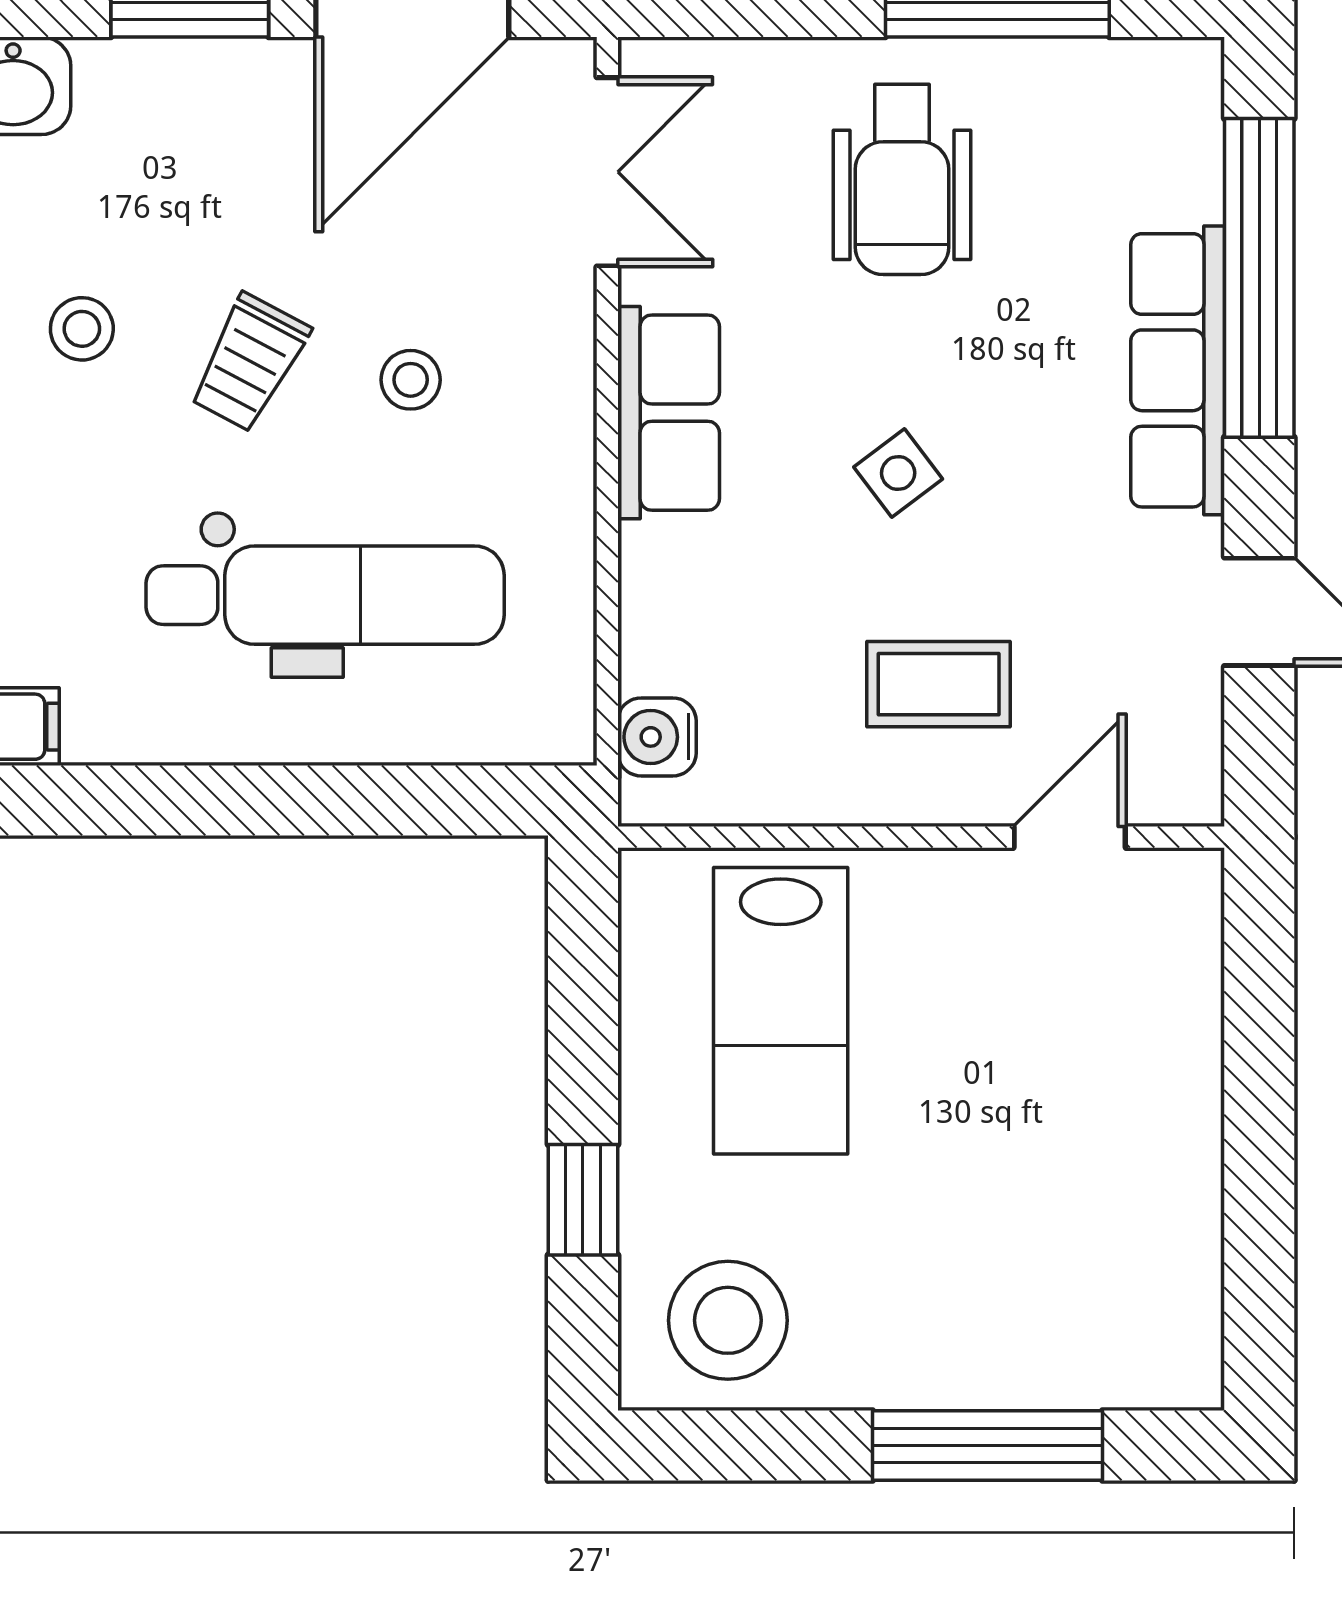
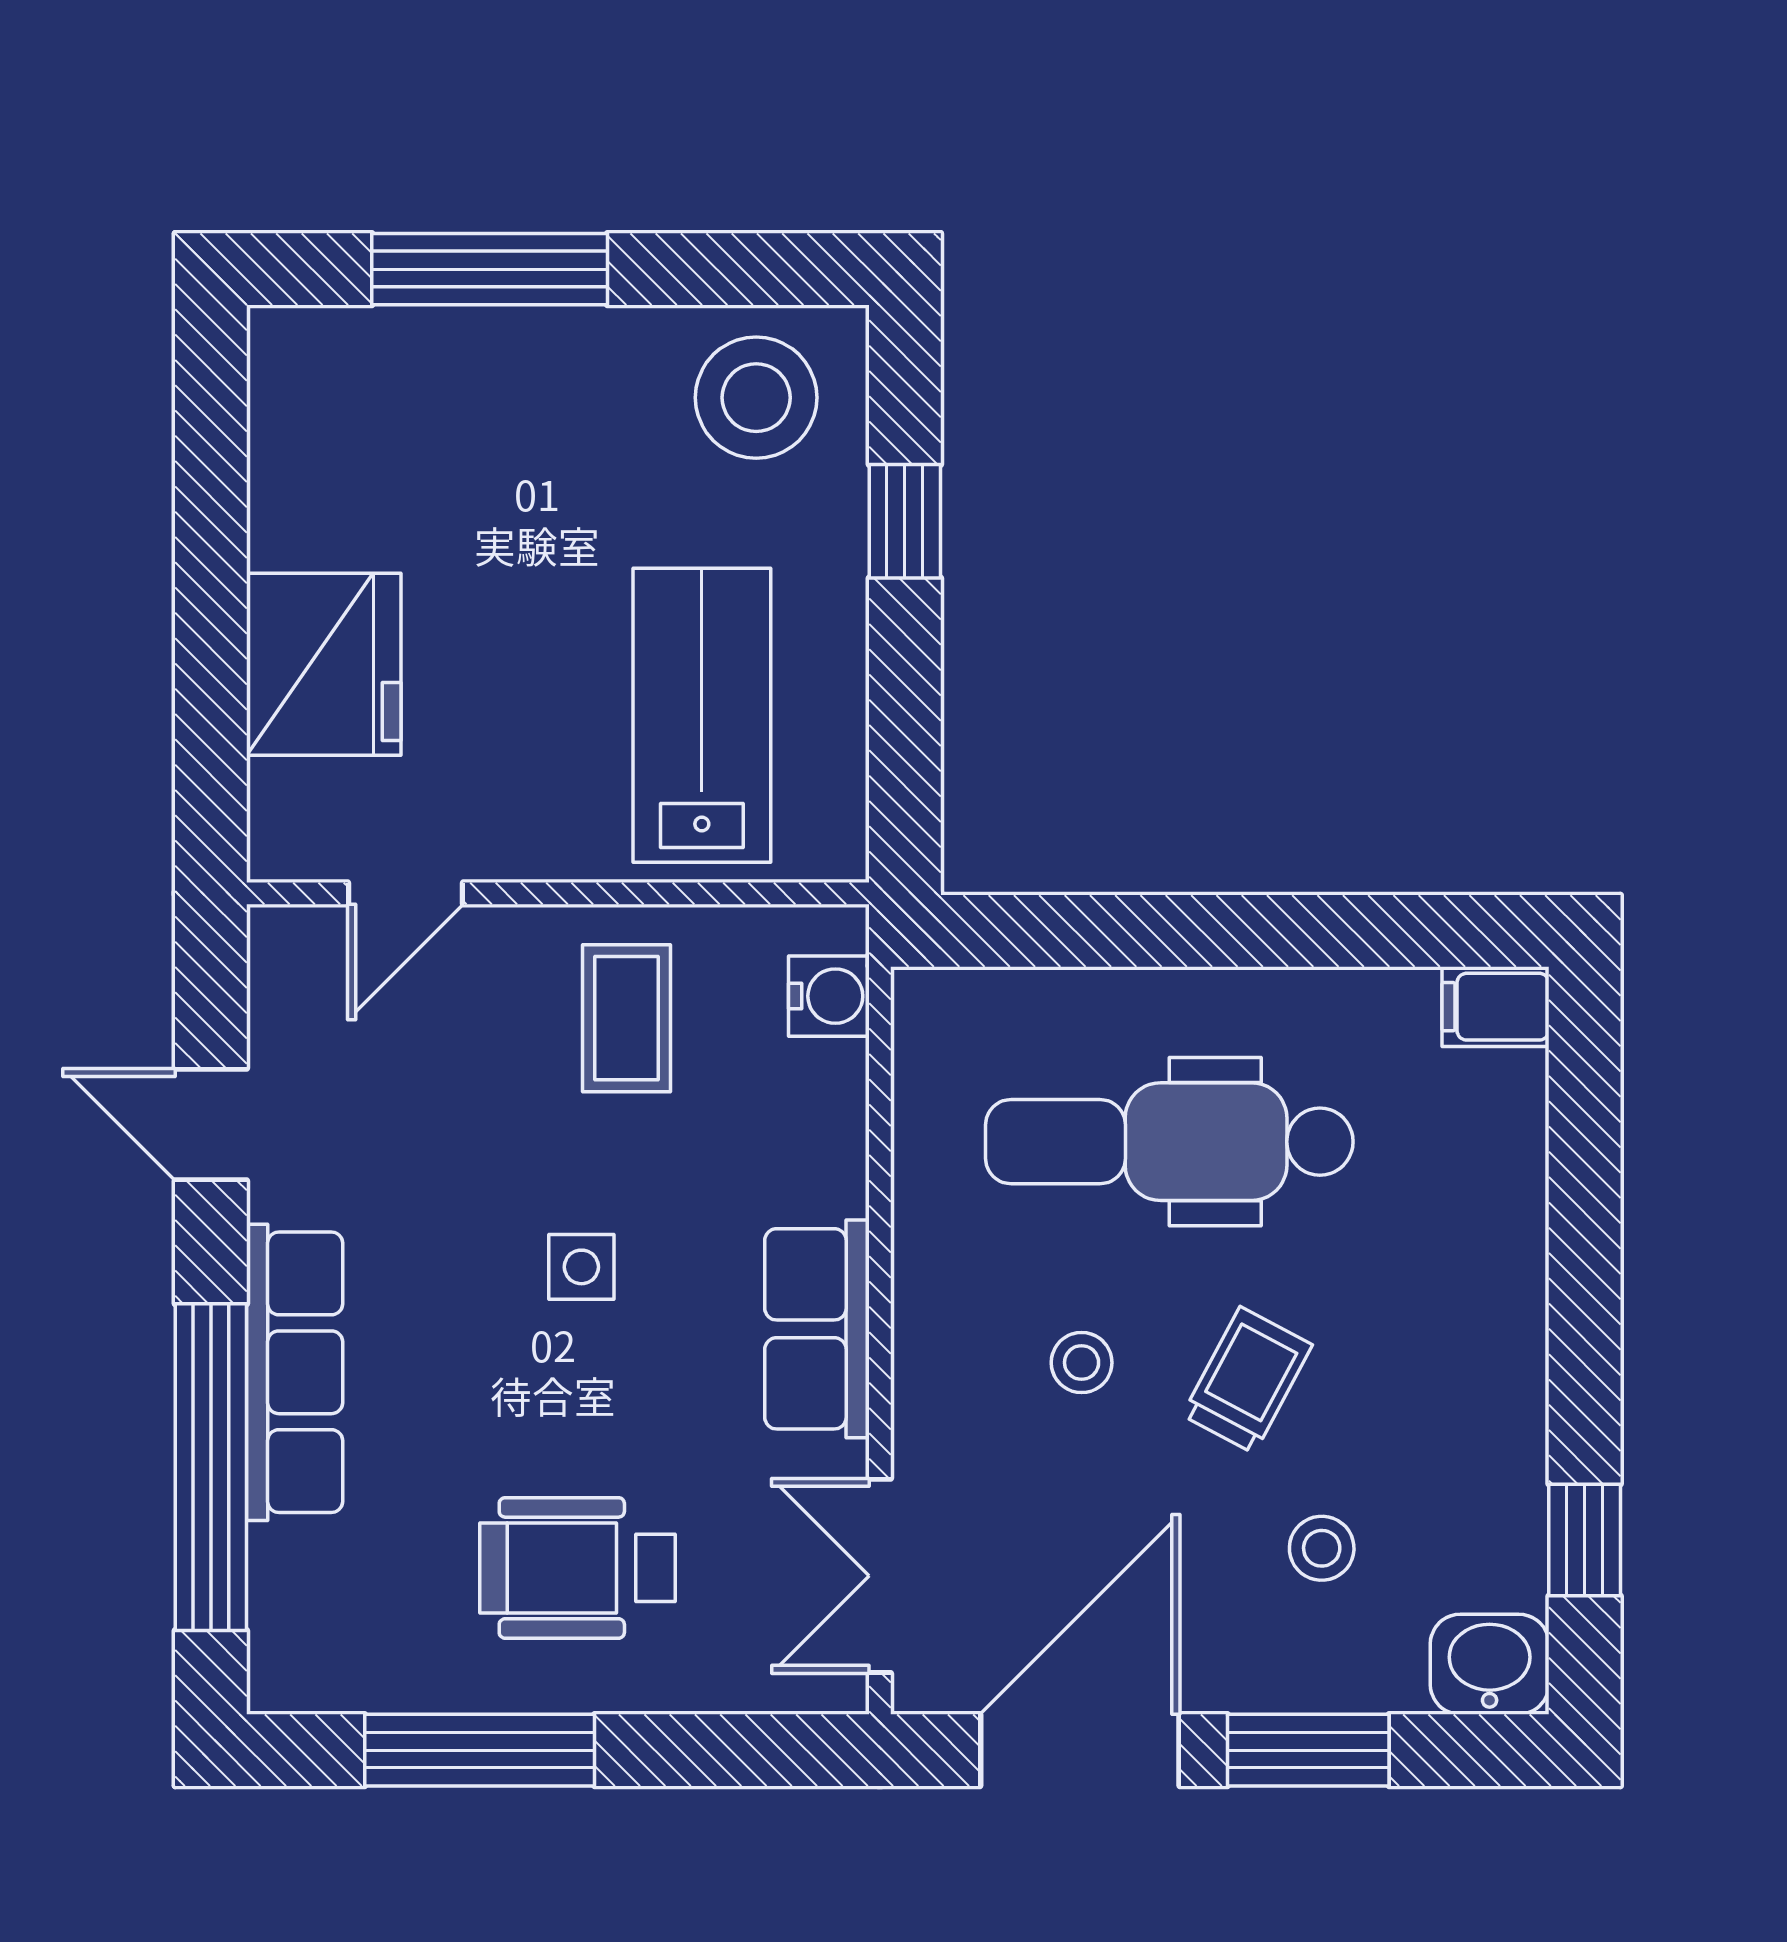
wheelchair: (902, 180) -> (577, 1568), turned -90
stool: (82, 329) -> (1322, 1548), moved
side table: (898, 473) -> (581, 1267), turned 37
coffee table: (939, 684) -> (627, 1018), moved, turned 90
fridge: (1149, 1060) -> (324, 664), added

